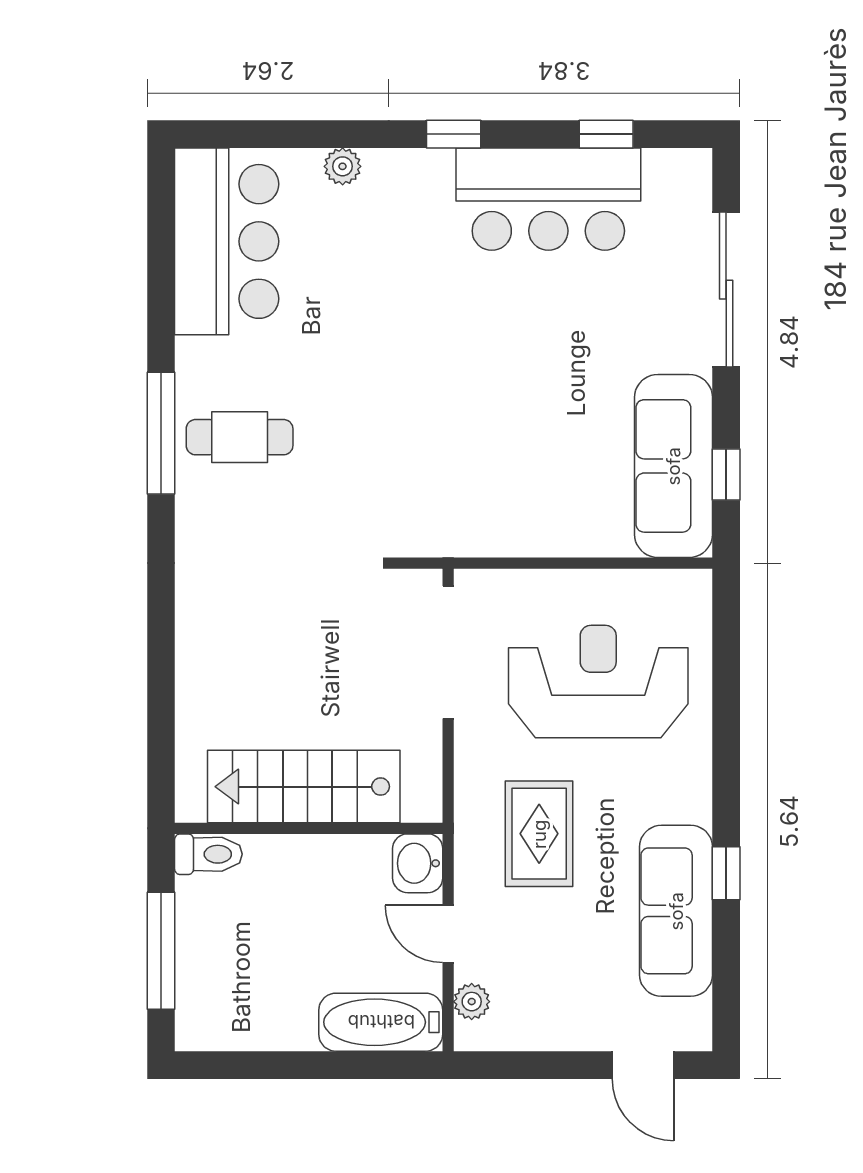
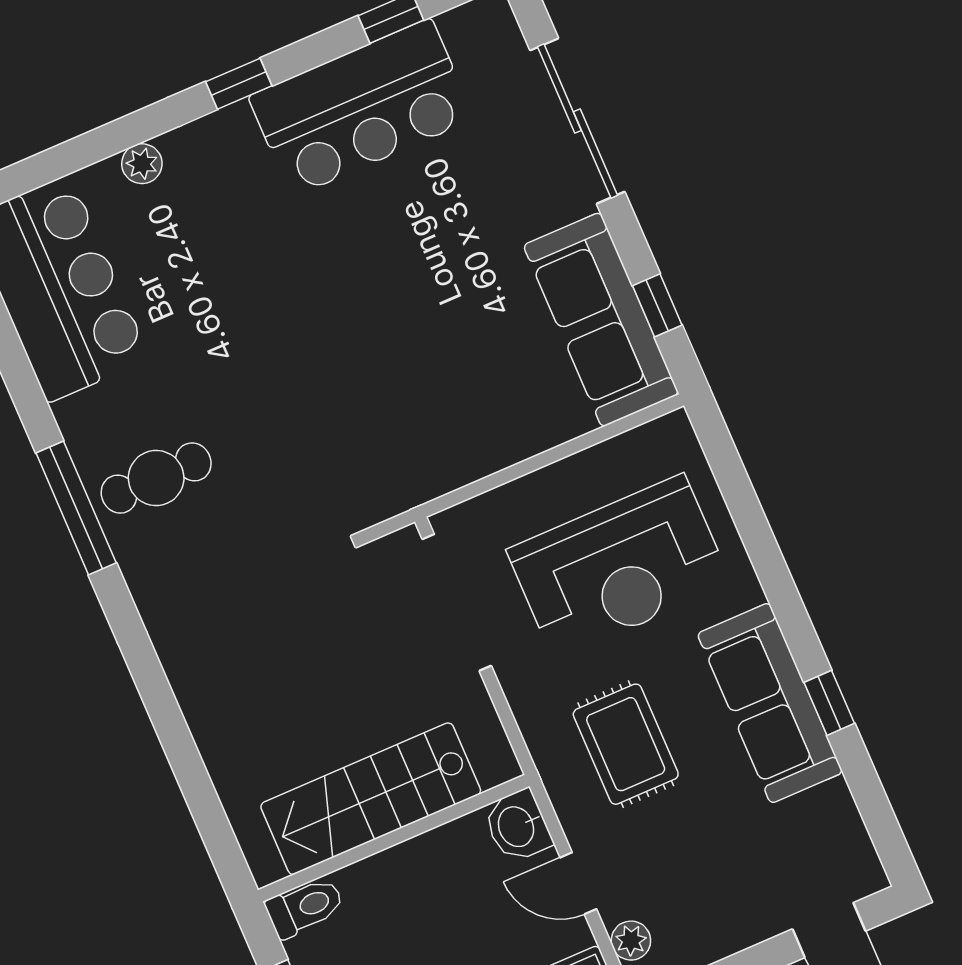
reception desk: (598, 681) -> (619, 567), turned 180
sofa: (676, 911) -> (770, 703), moved

